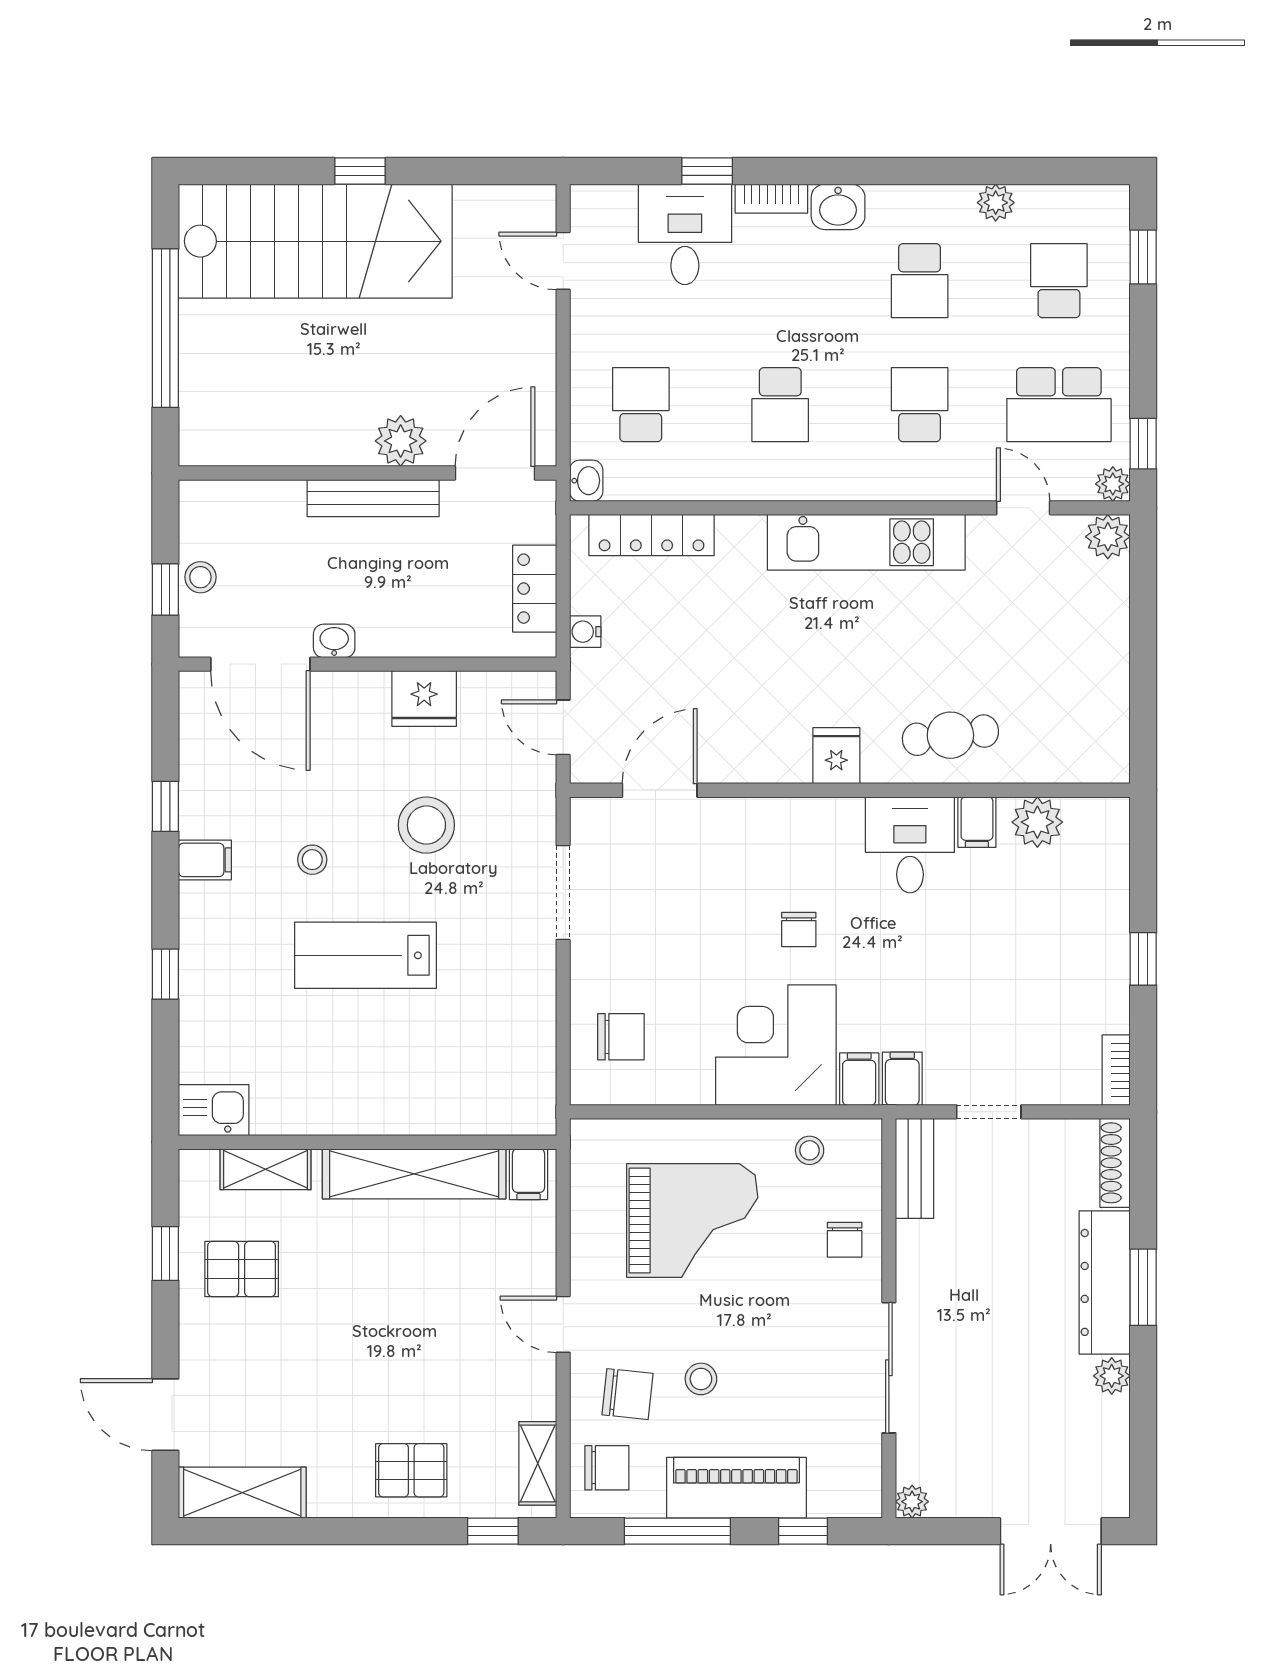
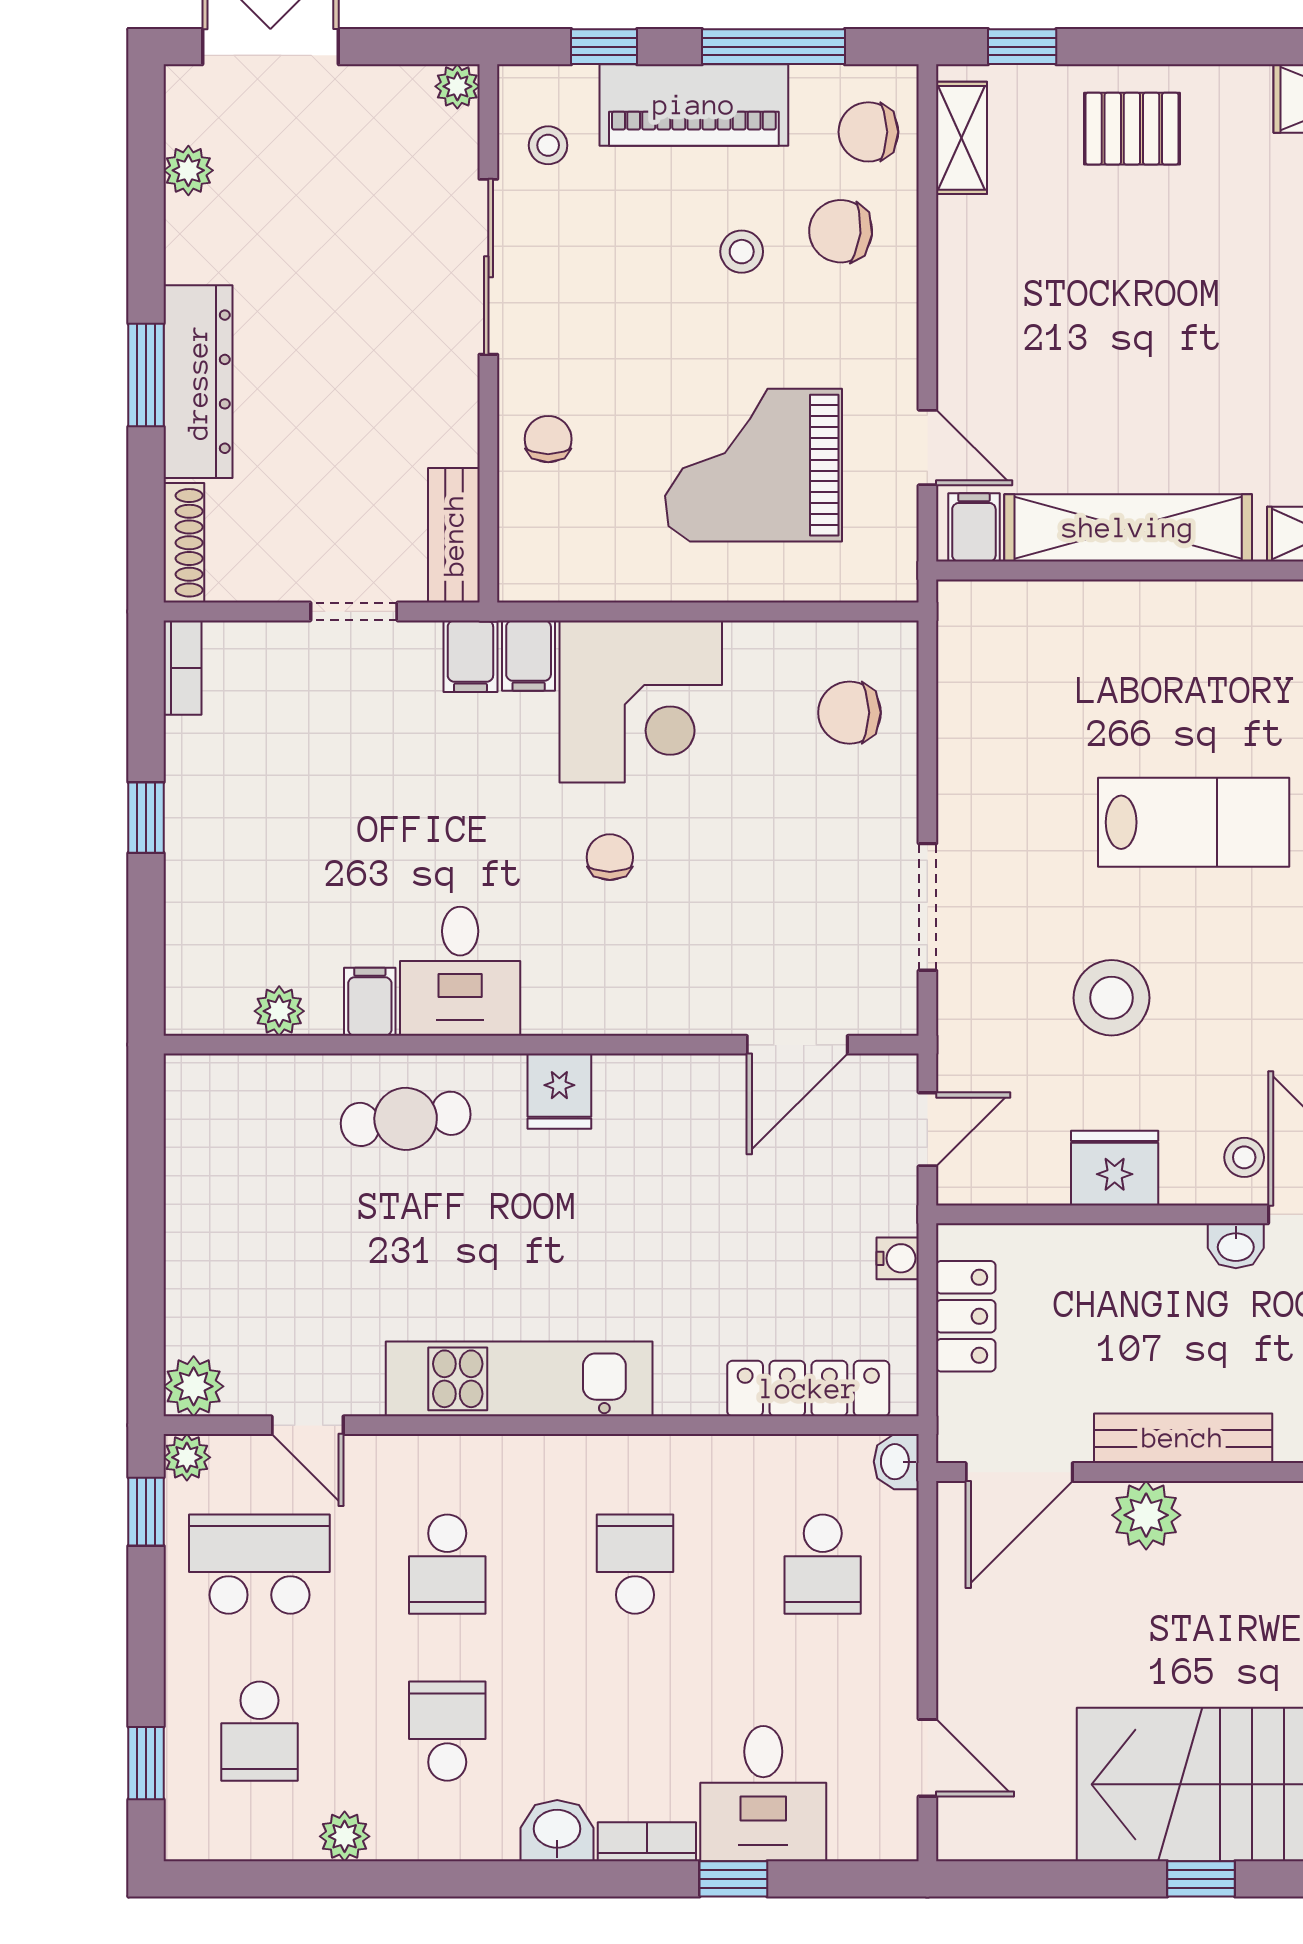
door: (563, 727) -> (927, 1129), hinge flipped
plant: (1037, 822) -> (279, 1011), width x0.73, depth x0.73
stool: (312, 860) -> (1244, 1157), moved
stool: (810, 1150) -> (548, 145), moved
door: (563, 1324) -> (927, 447), moved
plant: (1112, 1376) -> (188, 170), moved

